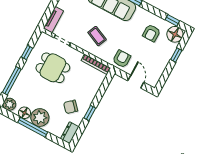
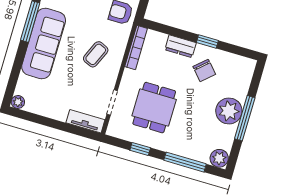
floor lamp: (24, 113) -> (227, 134), removed
dresser: (70, 133) -> (181, 46), moved

